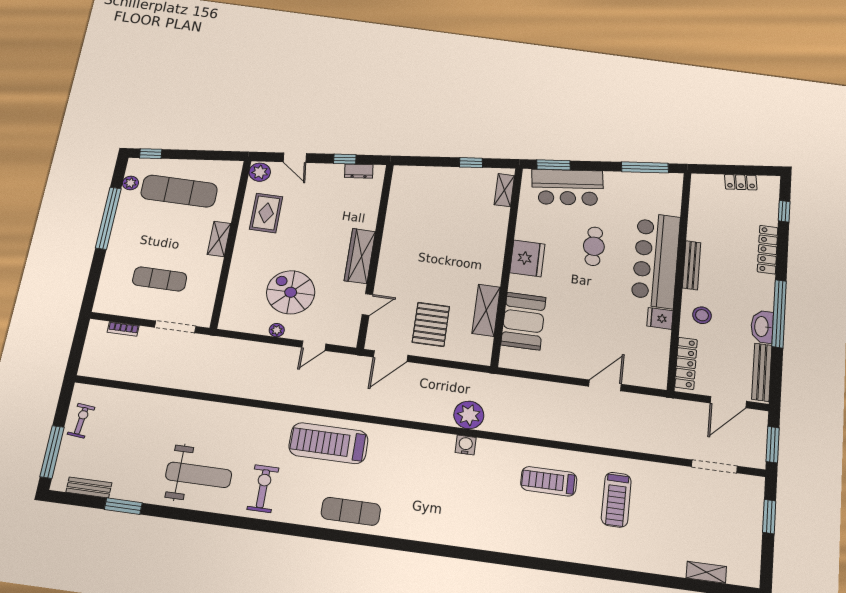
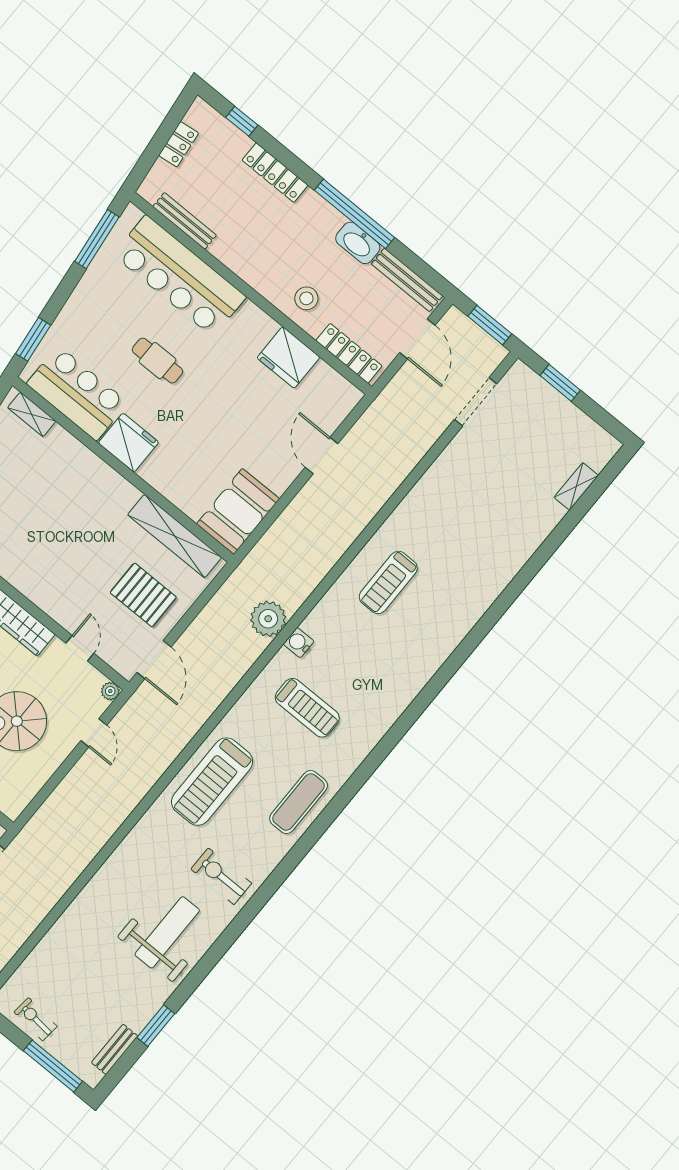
bar counter: (568, 187) -> (77, 393), moved, turned -83
bar counter: (656, 260) -> (180, 276), moved
bench: (692, 265) -> (185, 221), moved
shelving: (486, 310) -> (175, 536), width x1.47
fridge: (660, 318) -> (288, 357), width x1.88, depth x1.34
booth: (523, 321) -> (238, 511), moved, turned 90
plant: (277, 330) -> (110, 691), moved
treadmill: (616, 500) -> (307, 708), moved

